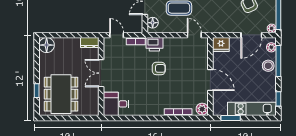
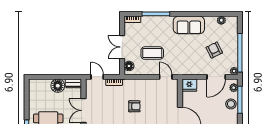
printer: (154, 44) -> (131, 85), removed
floor lamp: (47, 45) -> (58, 86), moved

